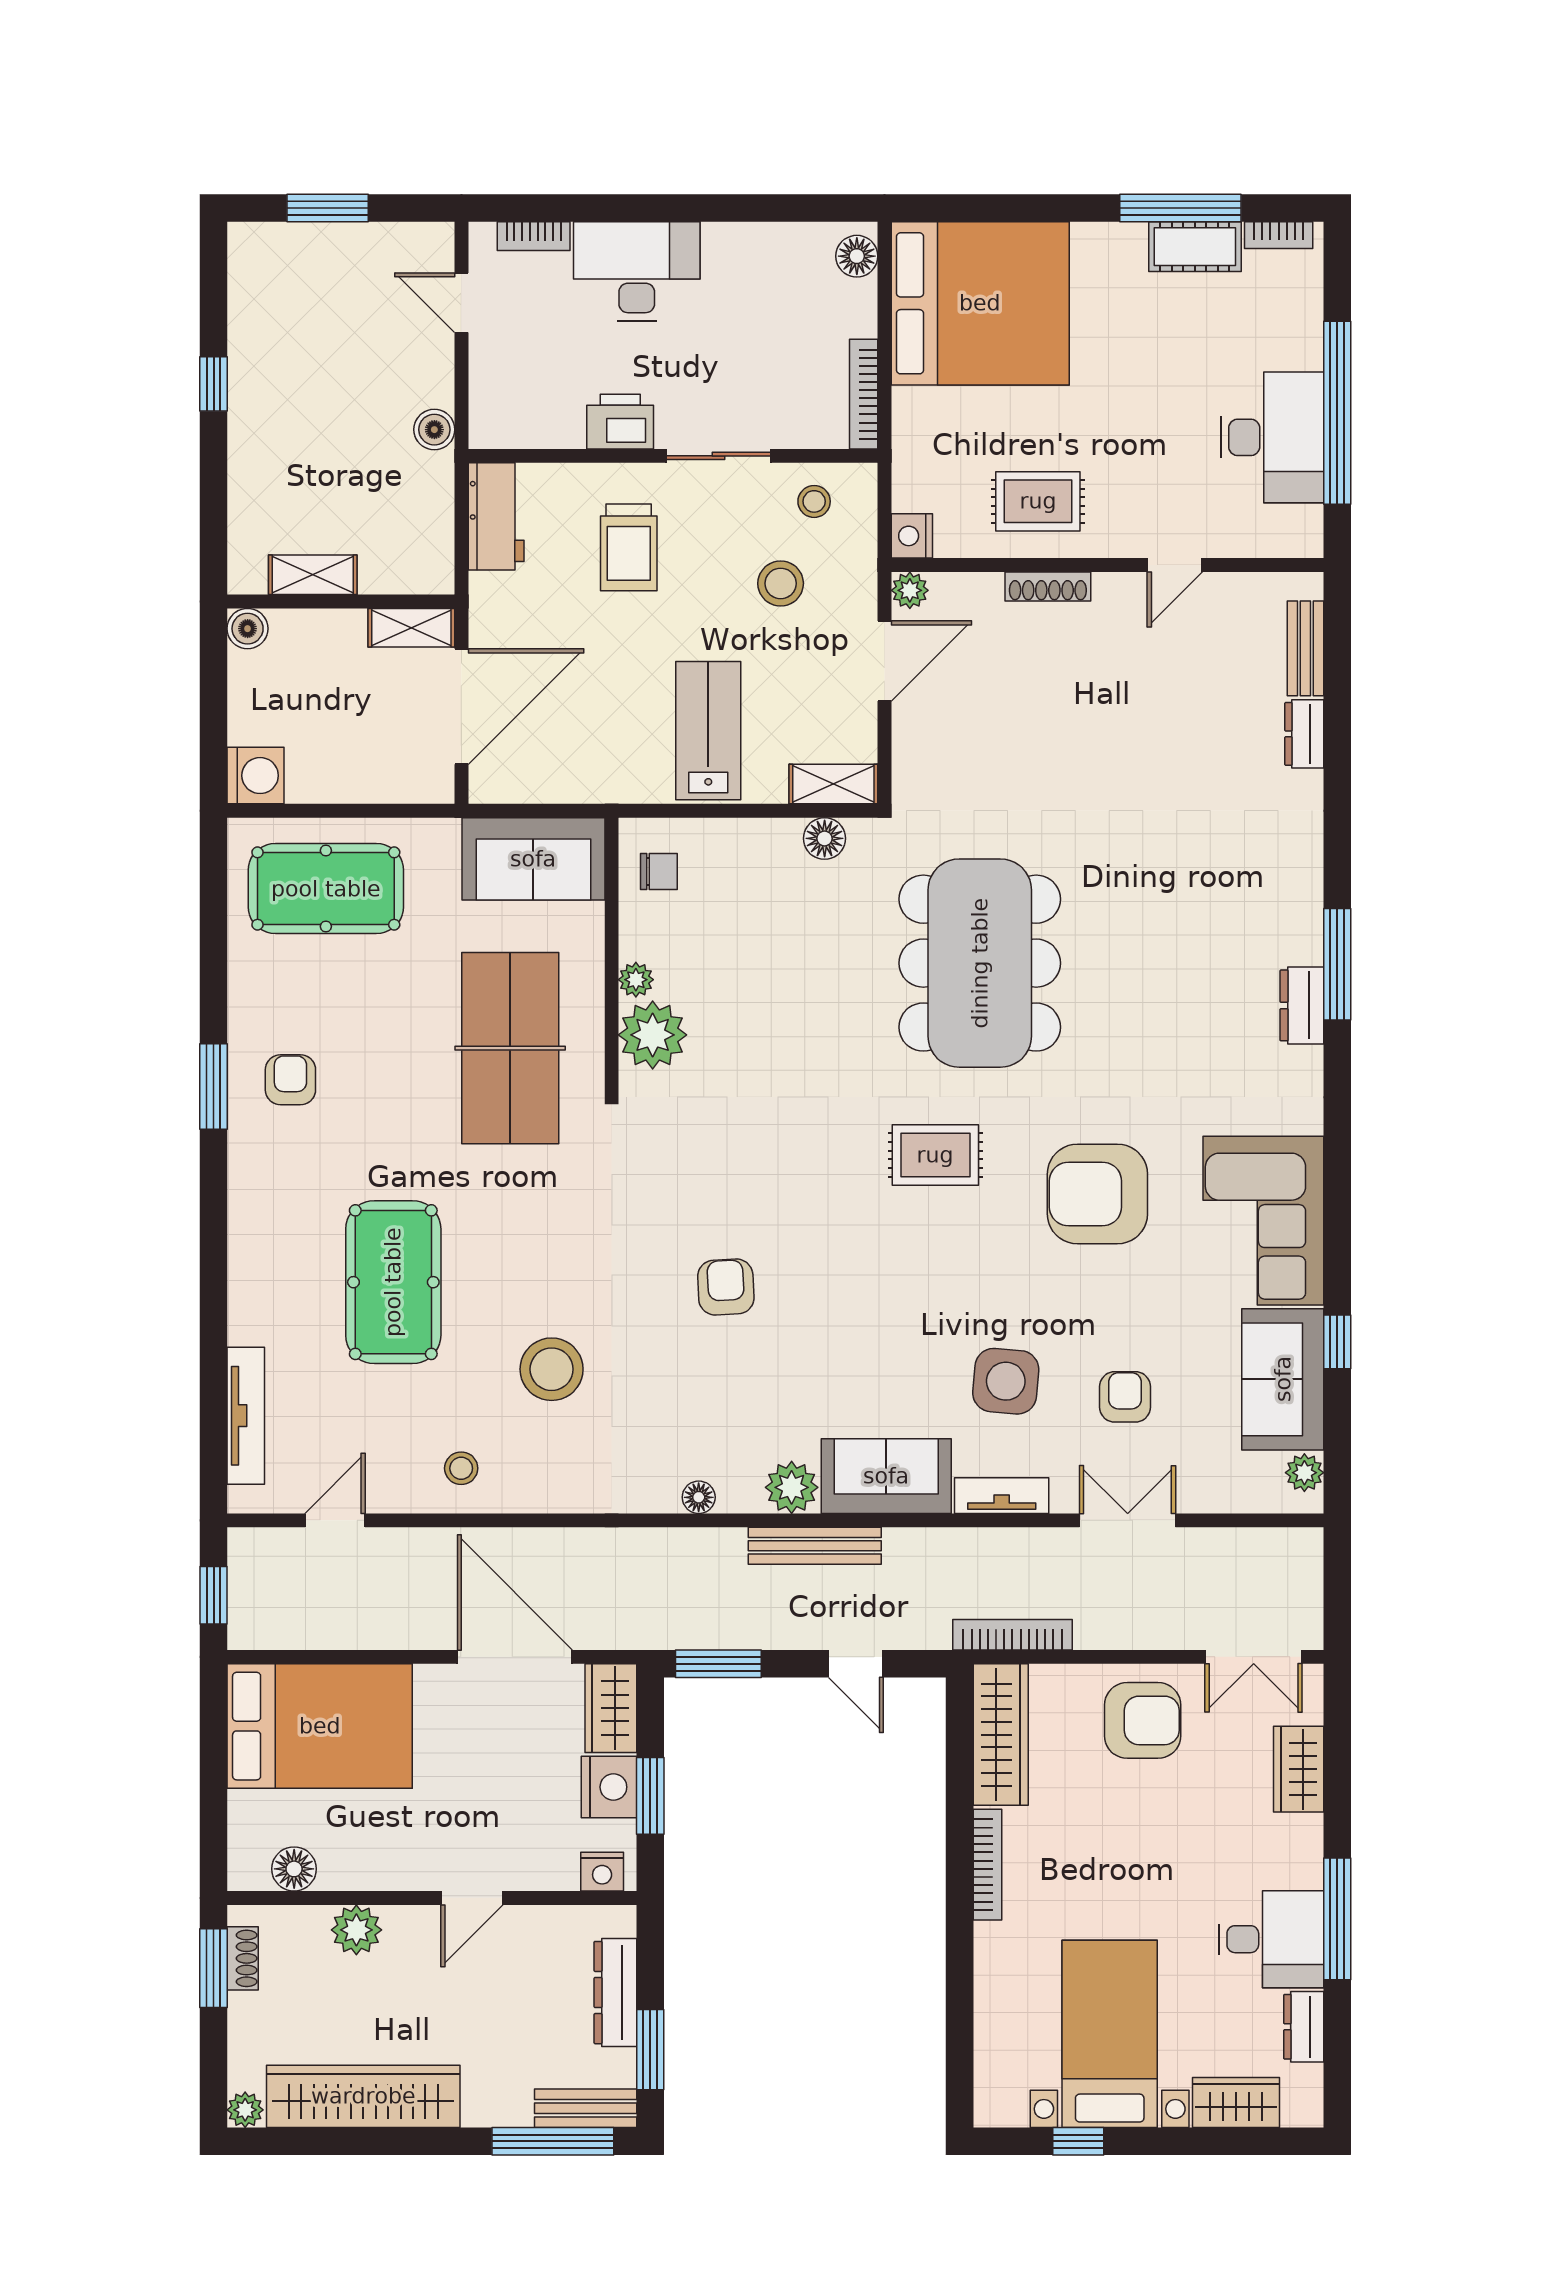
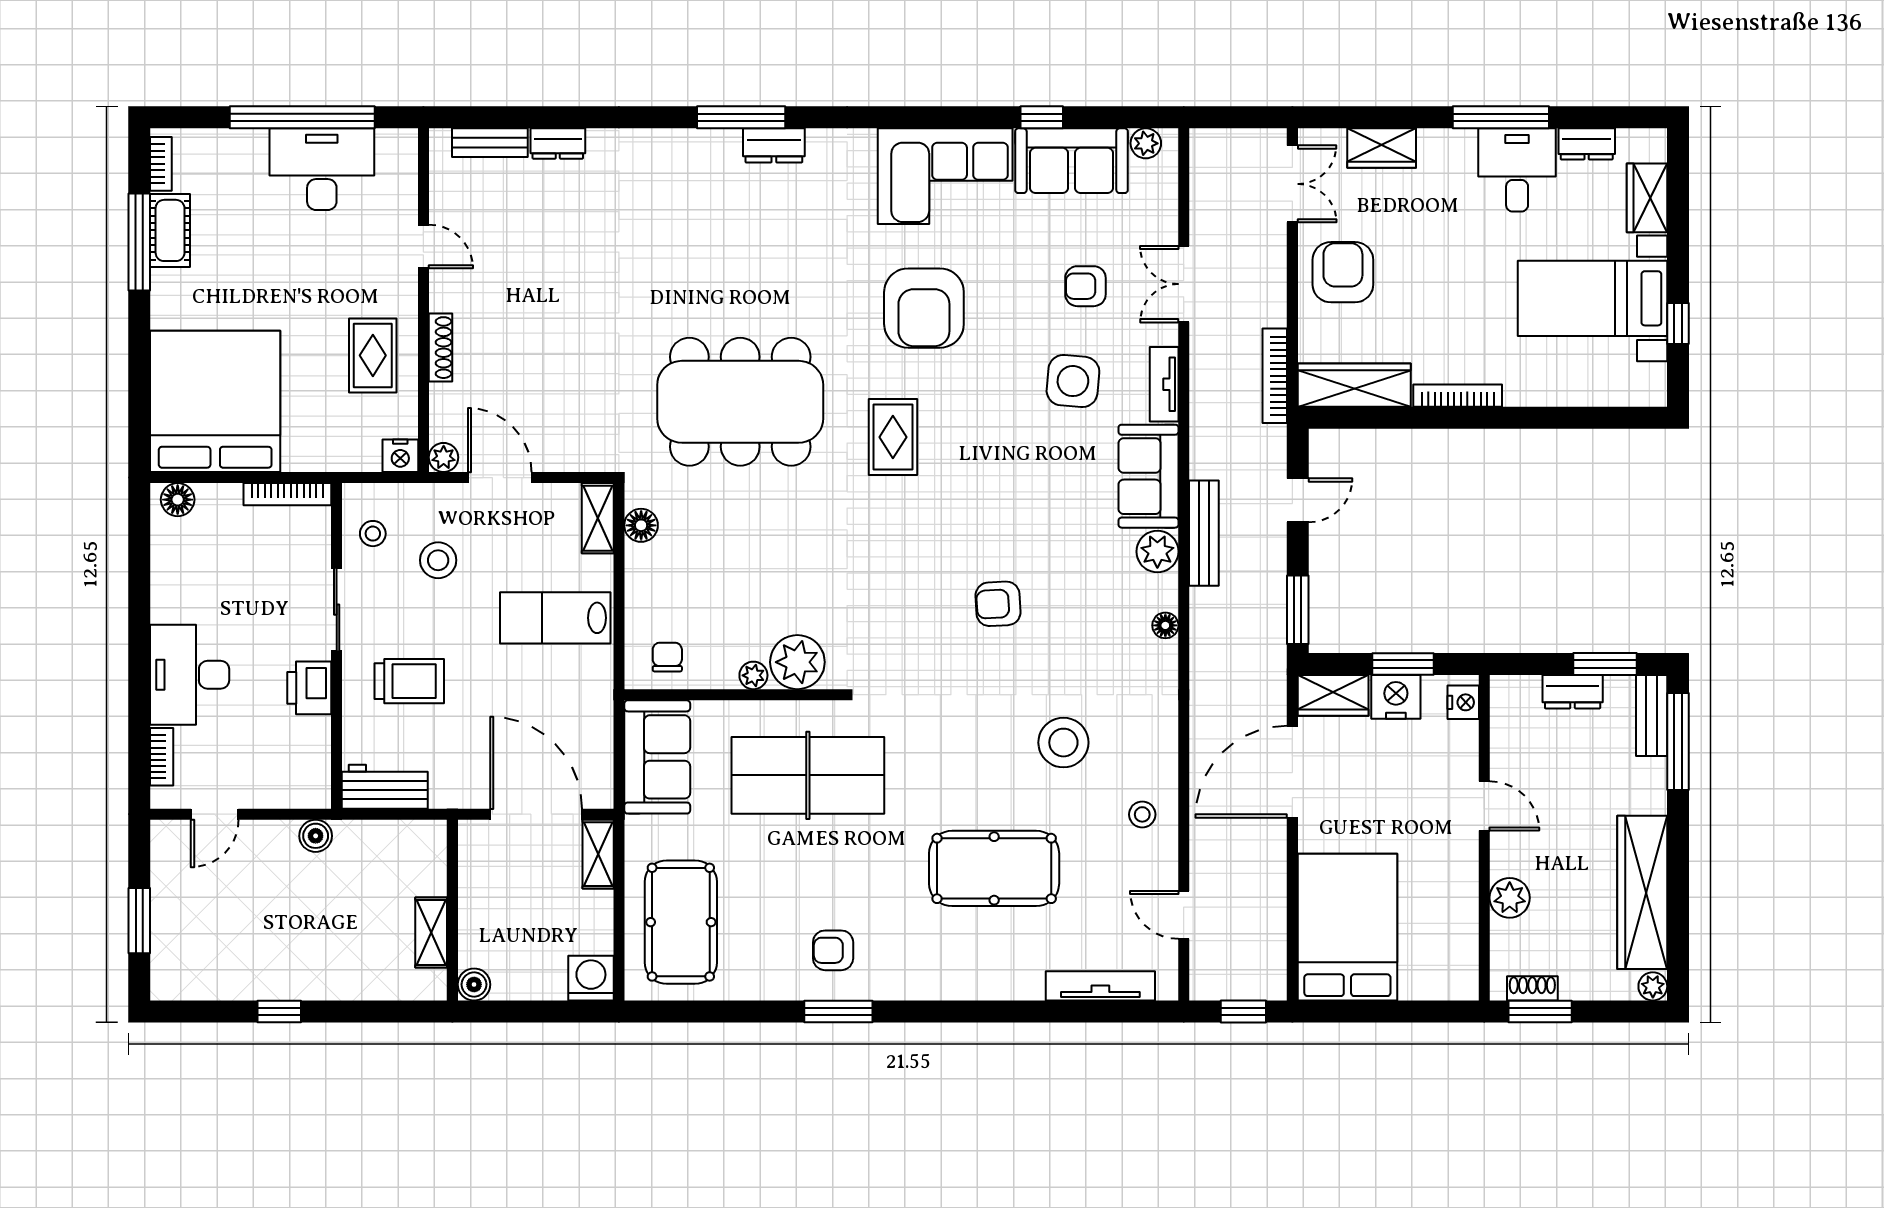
shelving: (411, 628) -> (598, 854), moved
floor lamp: (294, 1869) -> (1461, 947), removed
dresser: (615, 1993) -> (1573, 692), width x0.70

